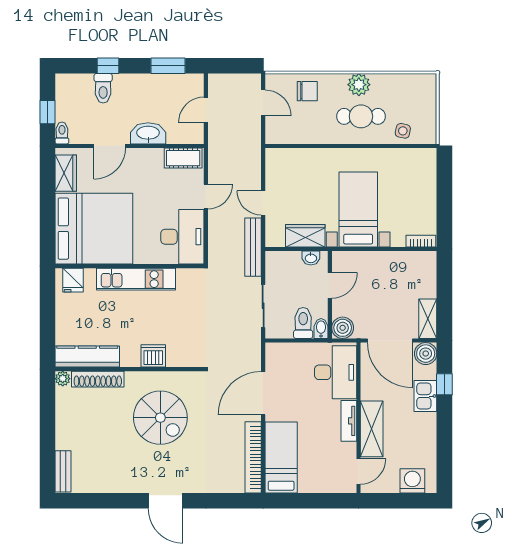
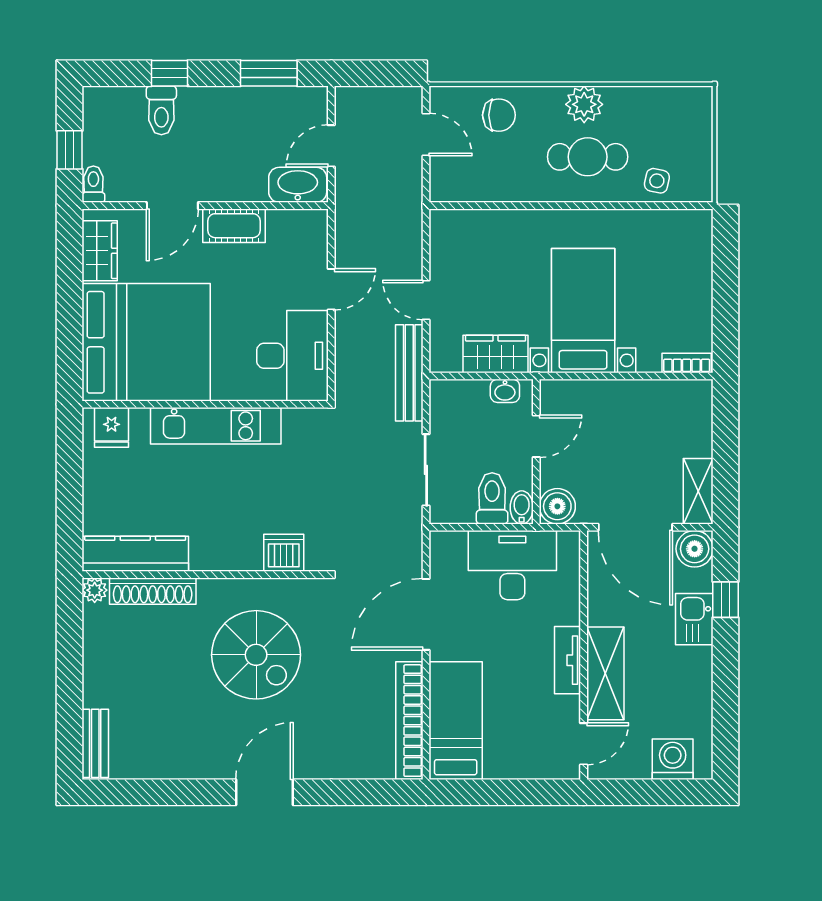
washbasin: (148, 133) -> (298, 185), moved
cot: (183, 158) -> (234, 226), moved
dishwasher: (153, 356) -> (284, 553), moved
desk: (336, 372) -> (512, 565), moved, turned -90
door: (165, 501) -> (264, 792), swing flipped

